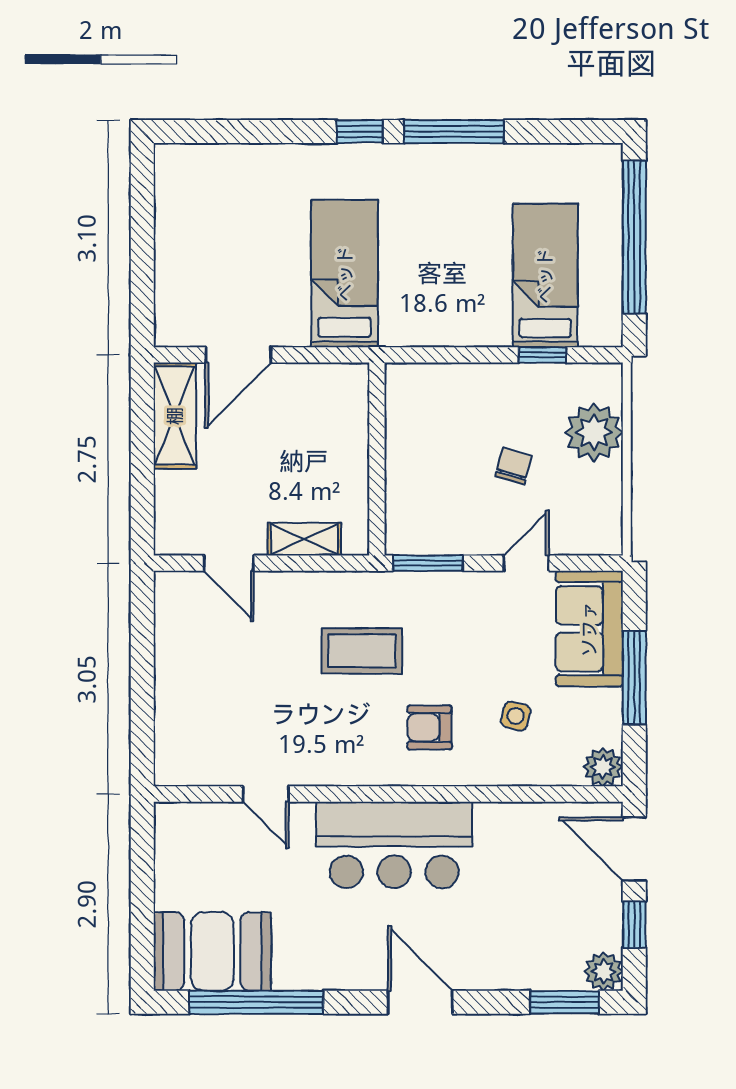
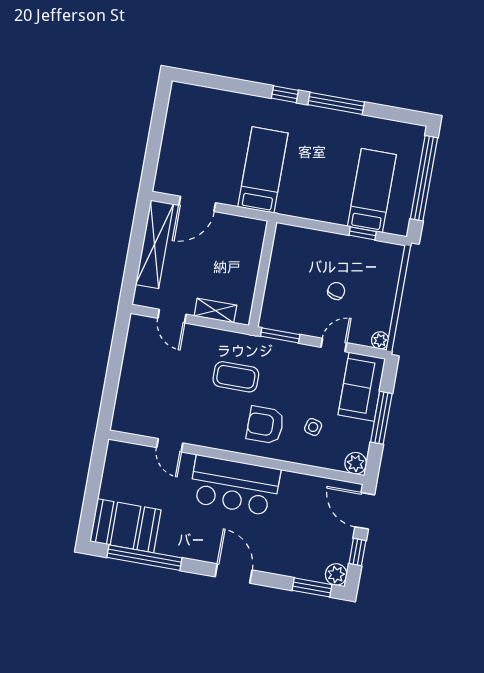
shelving: (175, 416) -> (155, 244), width x1.47
plant: (594, 432) -> (380, 340), moved, width x0.53, depth x0.53
armchair: (430, 727) -> (265, 425), width x1.38, depth x1.38

